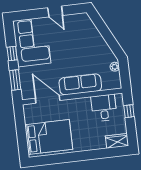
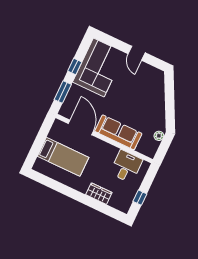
window: (129, 111) -> (140, 198), moved
bed: (49, 137) -> (63, 157), width x0.67
wardrobe: (117, 141) -> (99, 194), moved

